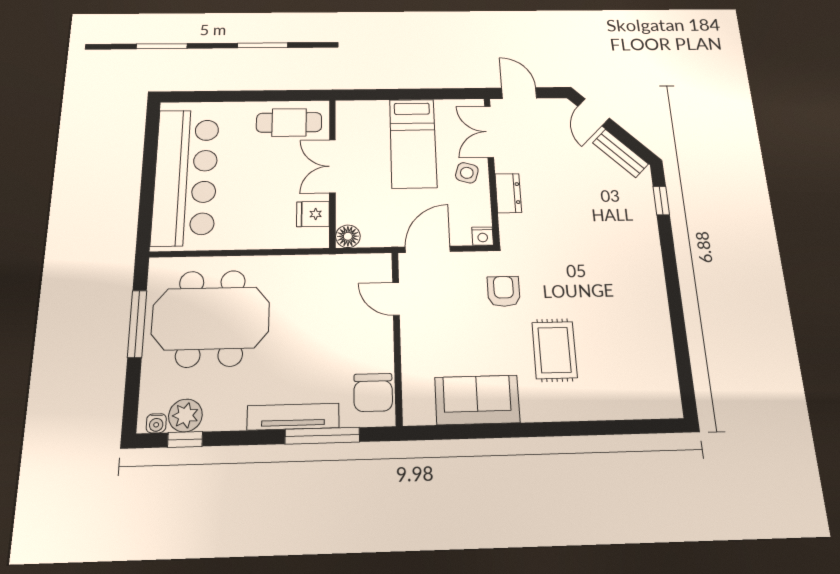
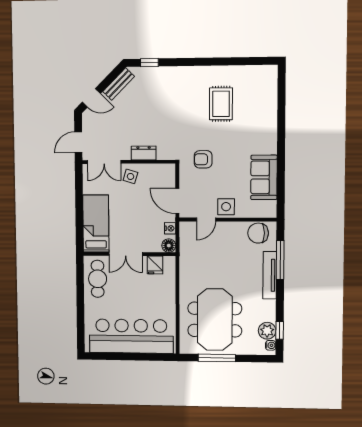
bed: (413, 143) -> (96, 224), moved, turned -90
nightstand: (483, 236) -> (170, 228), moved
side table: (420, 333) -> (226, 207), added
rug: (554, 350) -> (221, 104), moved, turned 90
chair: (373, 392) -> (258, 233), turned 180

